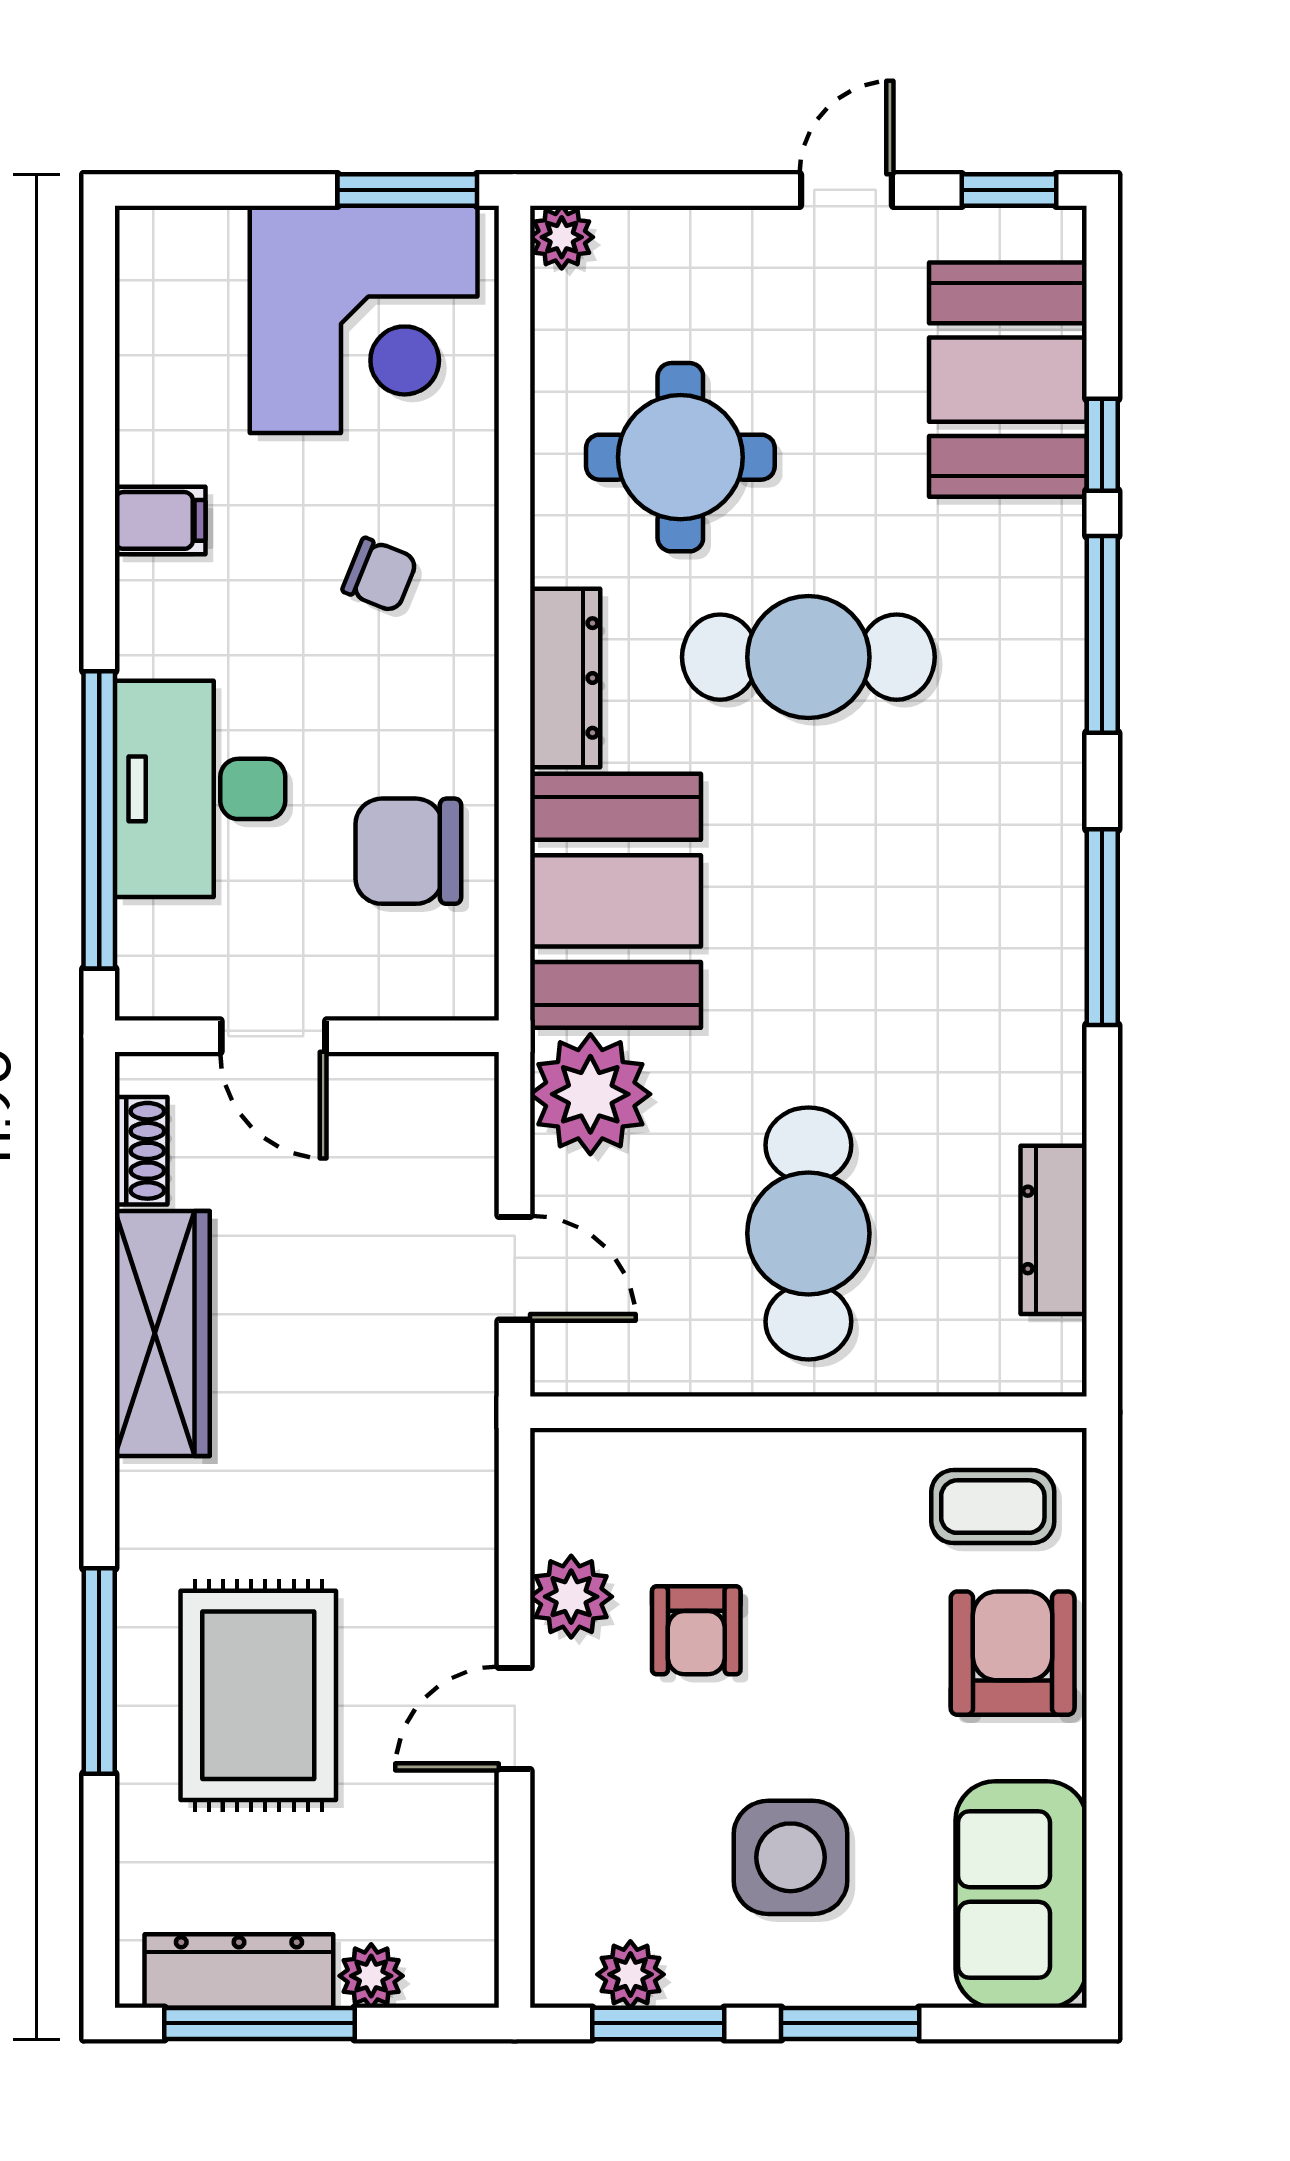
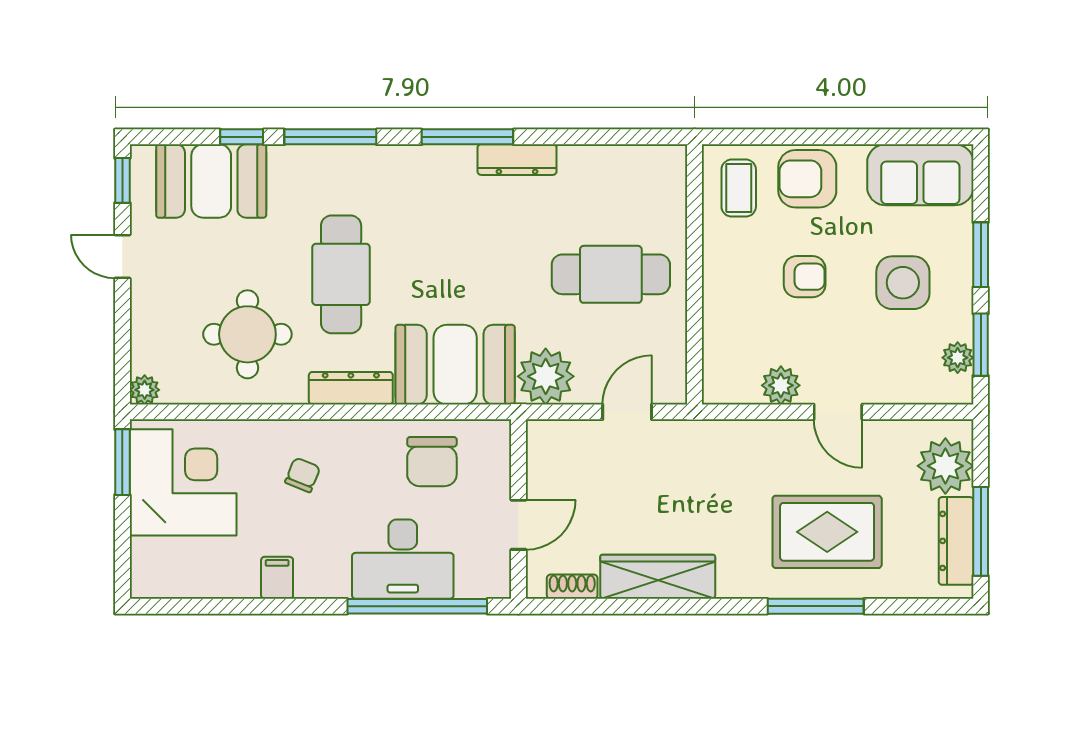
dresser: (1054, 1230) -> (517, 160), moved
armchair: (696, 1630) -> (805, 277), moved
plant: (371, 1976) -> (945, 466), width x1.88, depth x1.88

